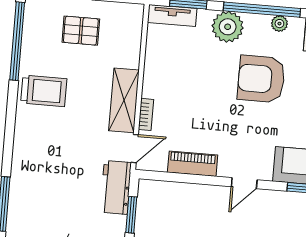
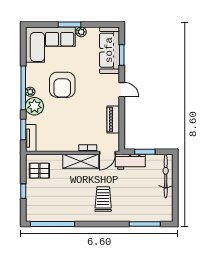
plant: (279, 24) -> (30, 92), moved
pallet: (81, 31) -> (39, 171), moved, turned 90
trolley: (44, 91) -> (103, 199), moved
door: (135, 149) -> (107, 153), swing flipped

